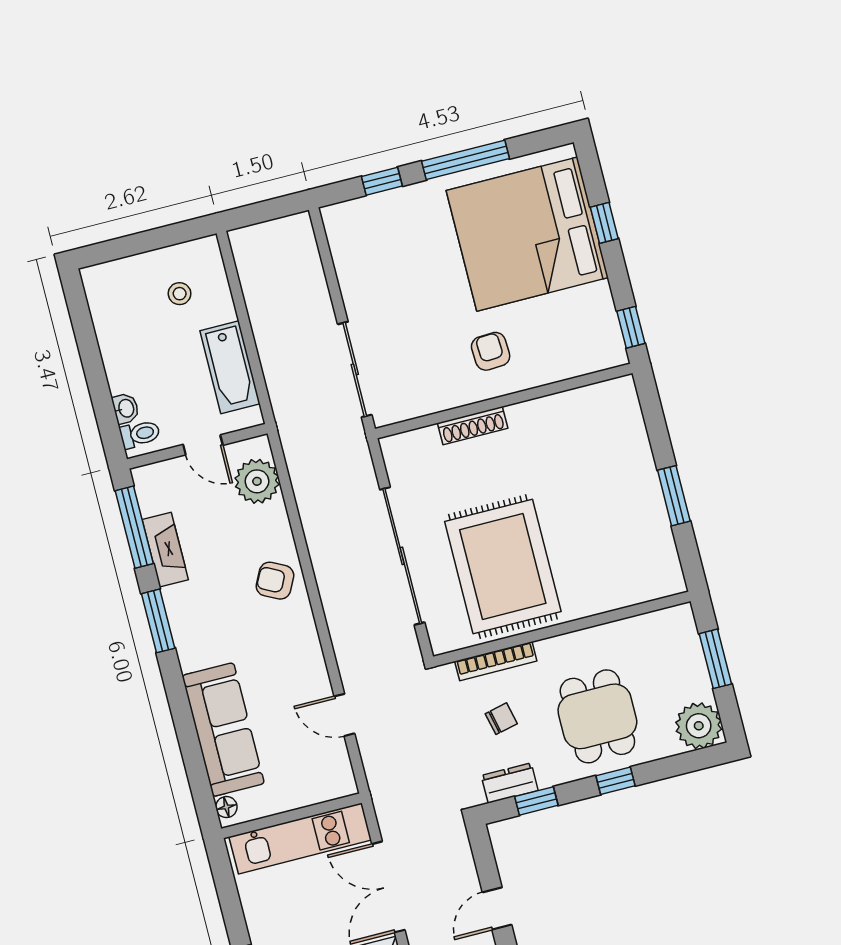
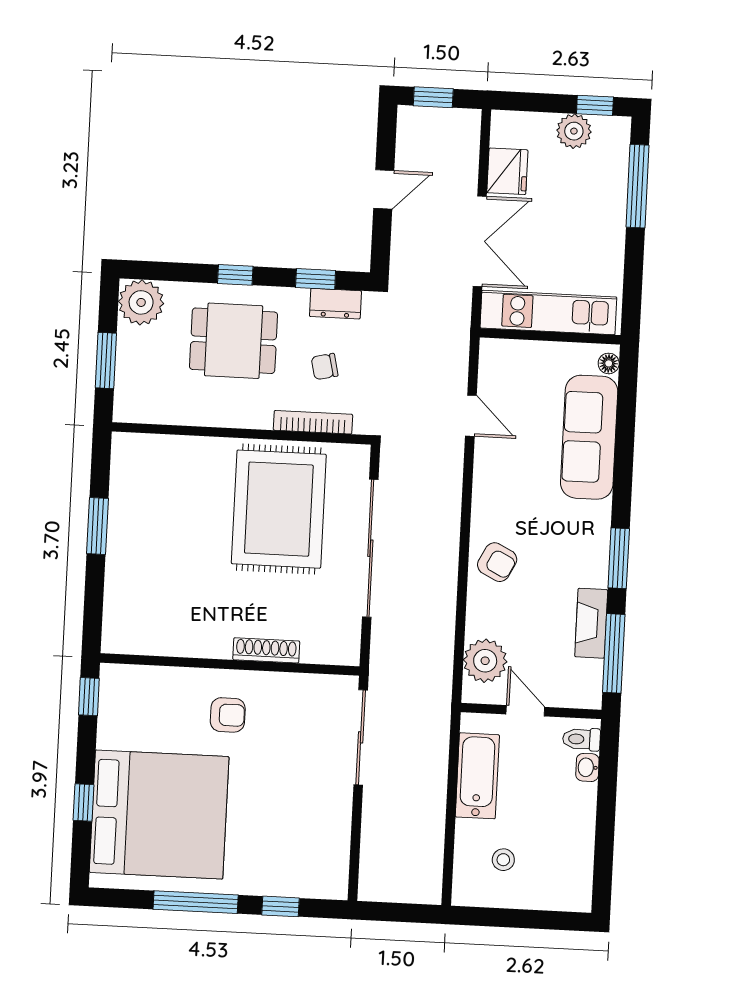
armchair: (491, 351) -> (228, 715), turned -87
dining table: (597, 716) -> (234, 341), turned 90

